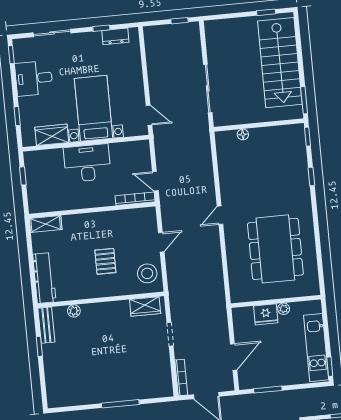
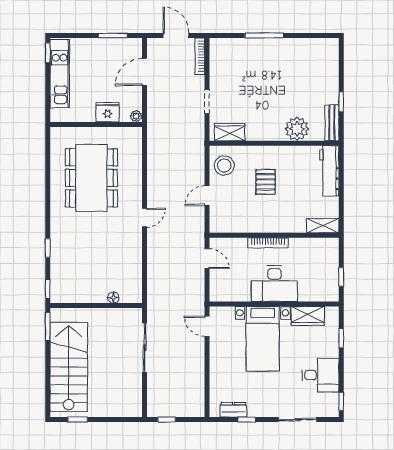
bookcase: (135, 199) -> (268, 243), moved
plant: (284, 309) -> (136, 116), moved
plant: (74, 311) -> (297, 129), width x1.88, depth x1.88

